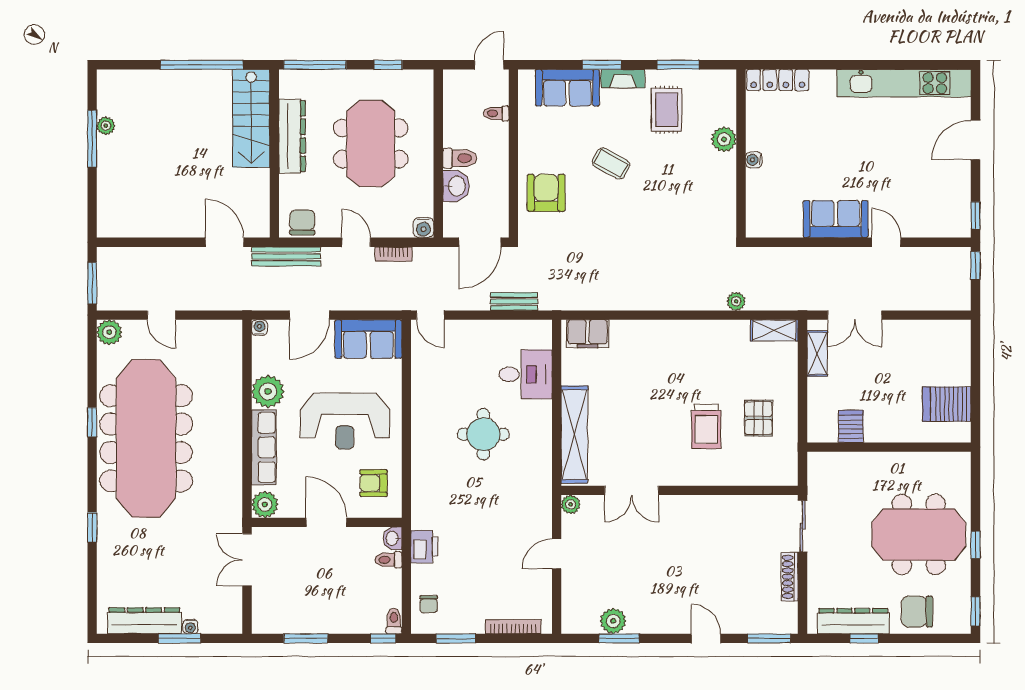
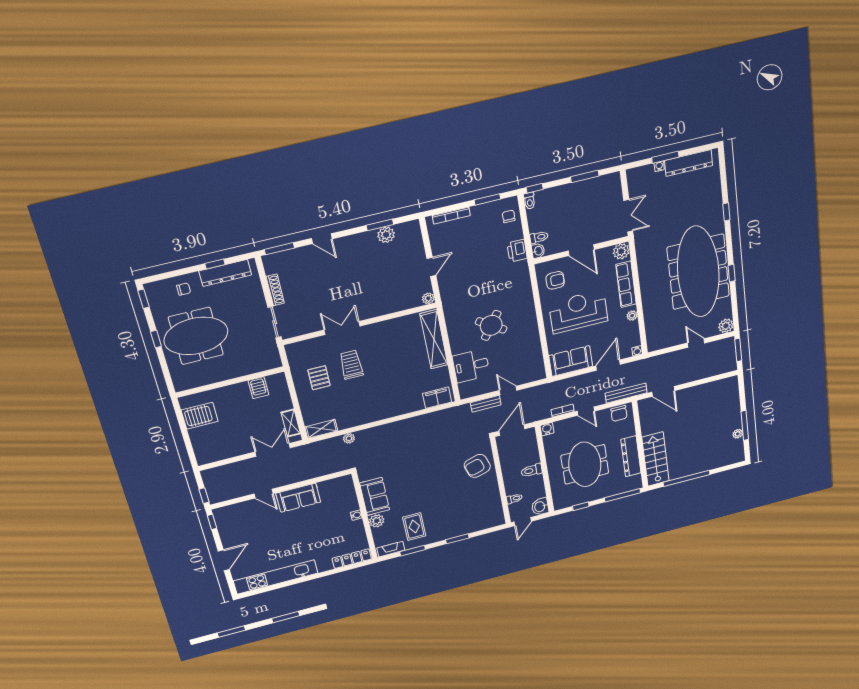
fireplace: (623, 79) -> (391, 549), moved
sofa: (567, 88) -> (375, 496), moved, turned 90
coffee table: (611, 164) -> (442, 491), removed
washbasin: (456, 186) -> (540, 507), moved
armchair: (546, 193) -> (477, 466), turned 73
door: (430, 315) -> (508, 390), moved
plant: (268, 391) -> (632, 316), width x0.53, depth x0.53
round table: (483, 434) -> (491, 325), turned 34
double door: (632, 490) -> (342, 328), moved
chair: (917, 612) -> (184, 289), width x0.54, depth x0.54

